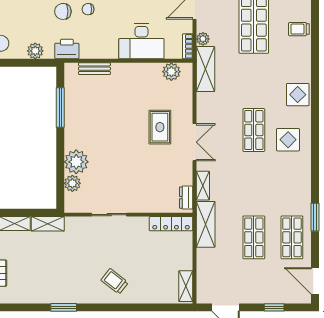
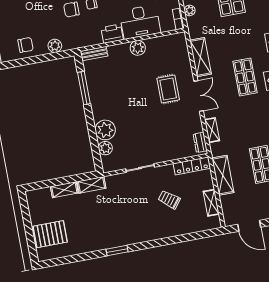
printer: (67, 49) -> (112, 34), moved
bench: (94, 69) -> (94, 54), moved
shelving: (205, 69) -> (201, 57), moved
plant: (171, 72) -> (138, 48), moved
shelving: (206, 224) -> (223, 175), moved
trolley: (115, 281) -> (169, 200), moved
shelving: (186, 286) -> (211, 203), moved

